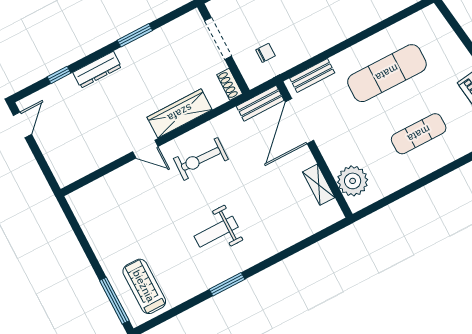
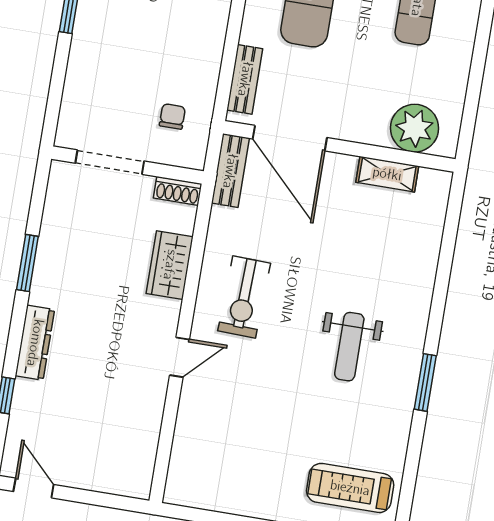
wardrobe: (180, 113) -> (170, 265), width x0.67

